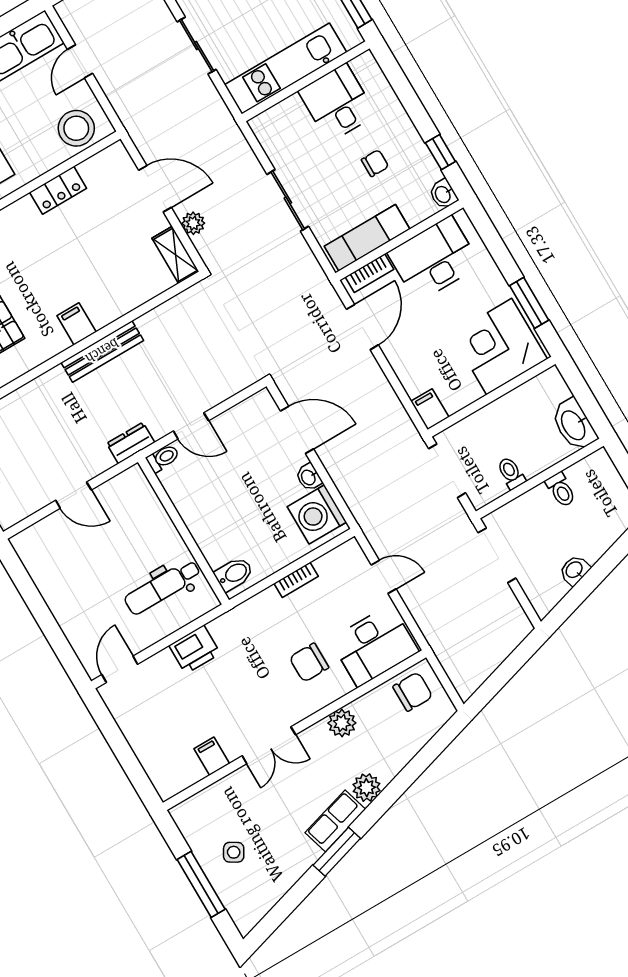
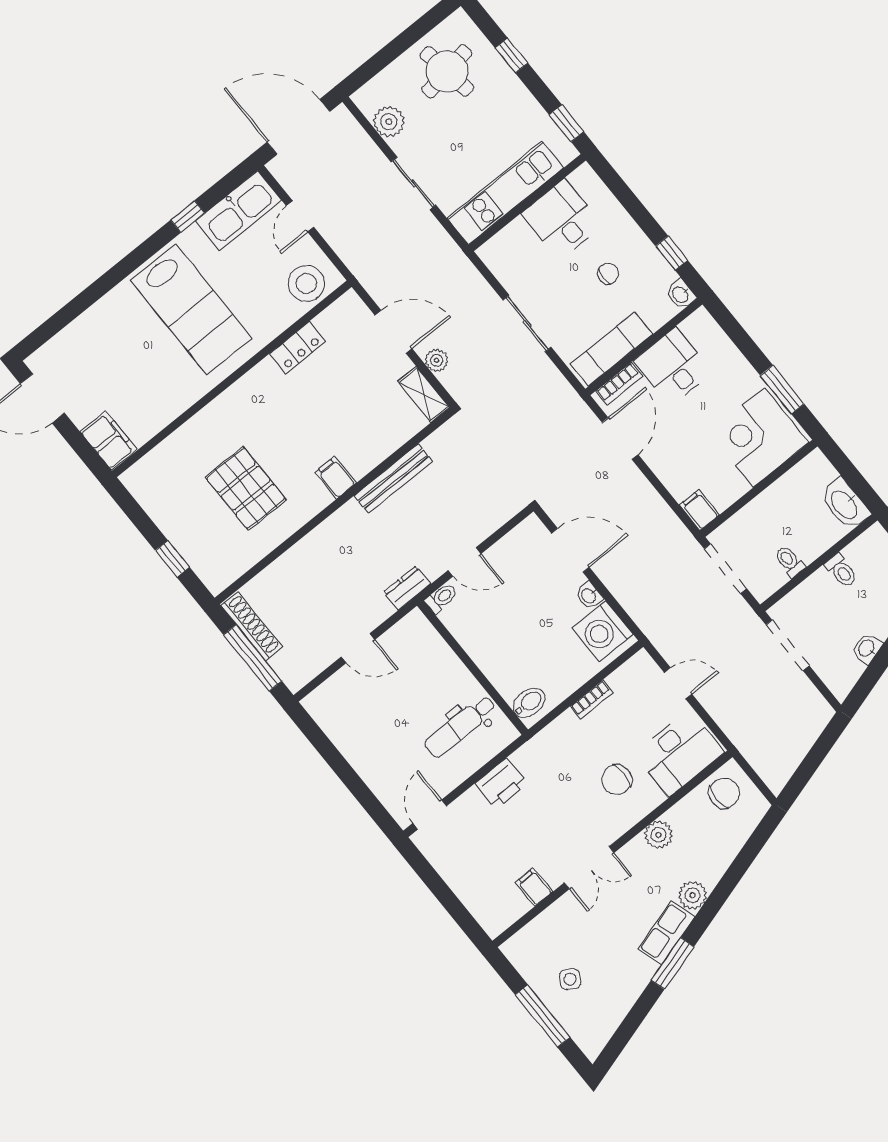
desk: (434, 259) -> (673, 367), width x0.73
bench: (102, 351) -> (393, 479), moved

